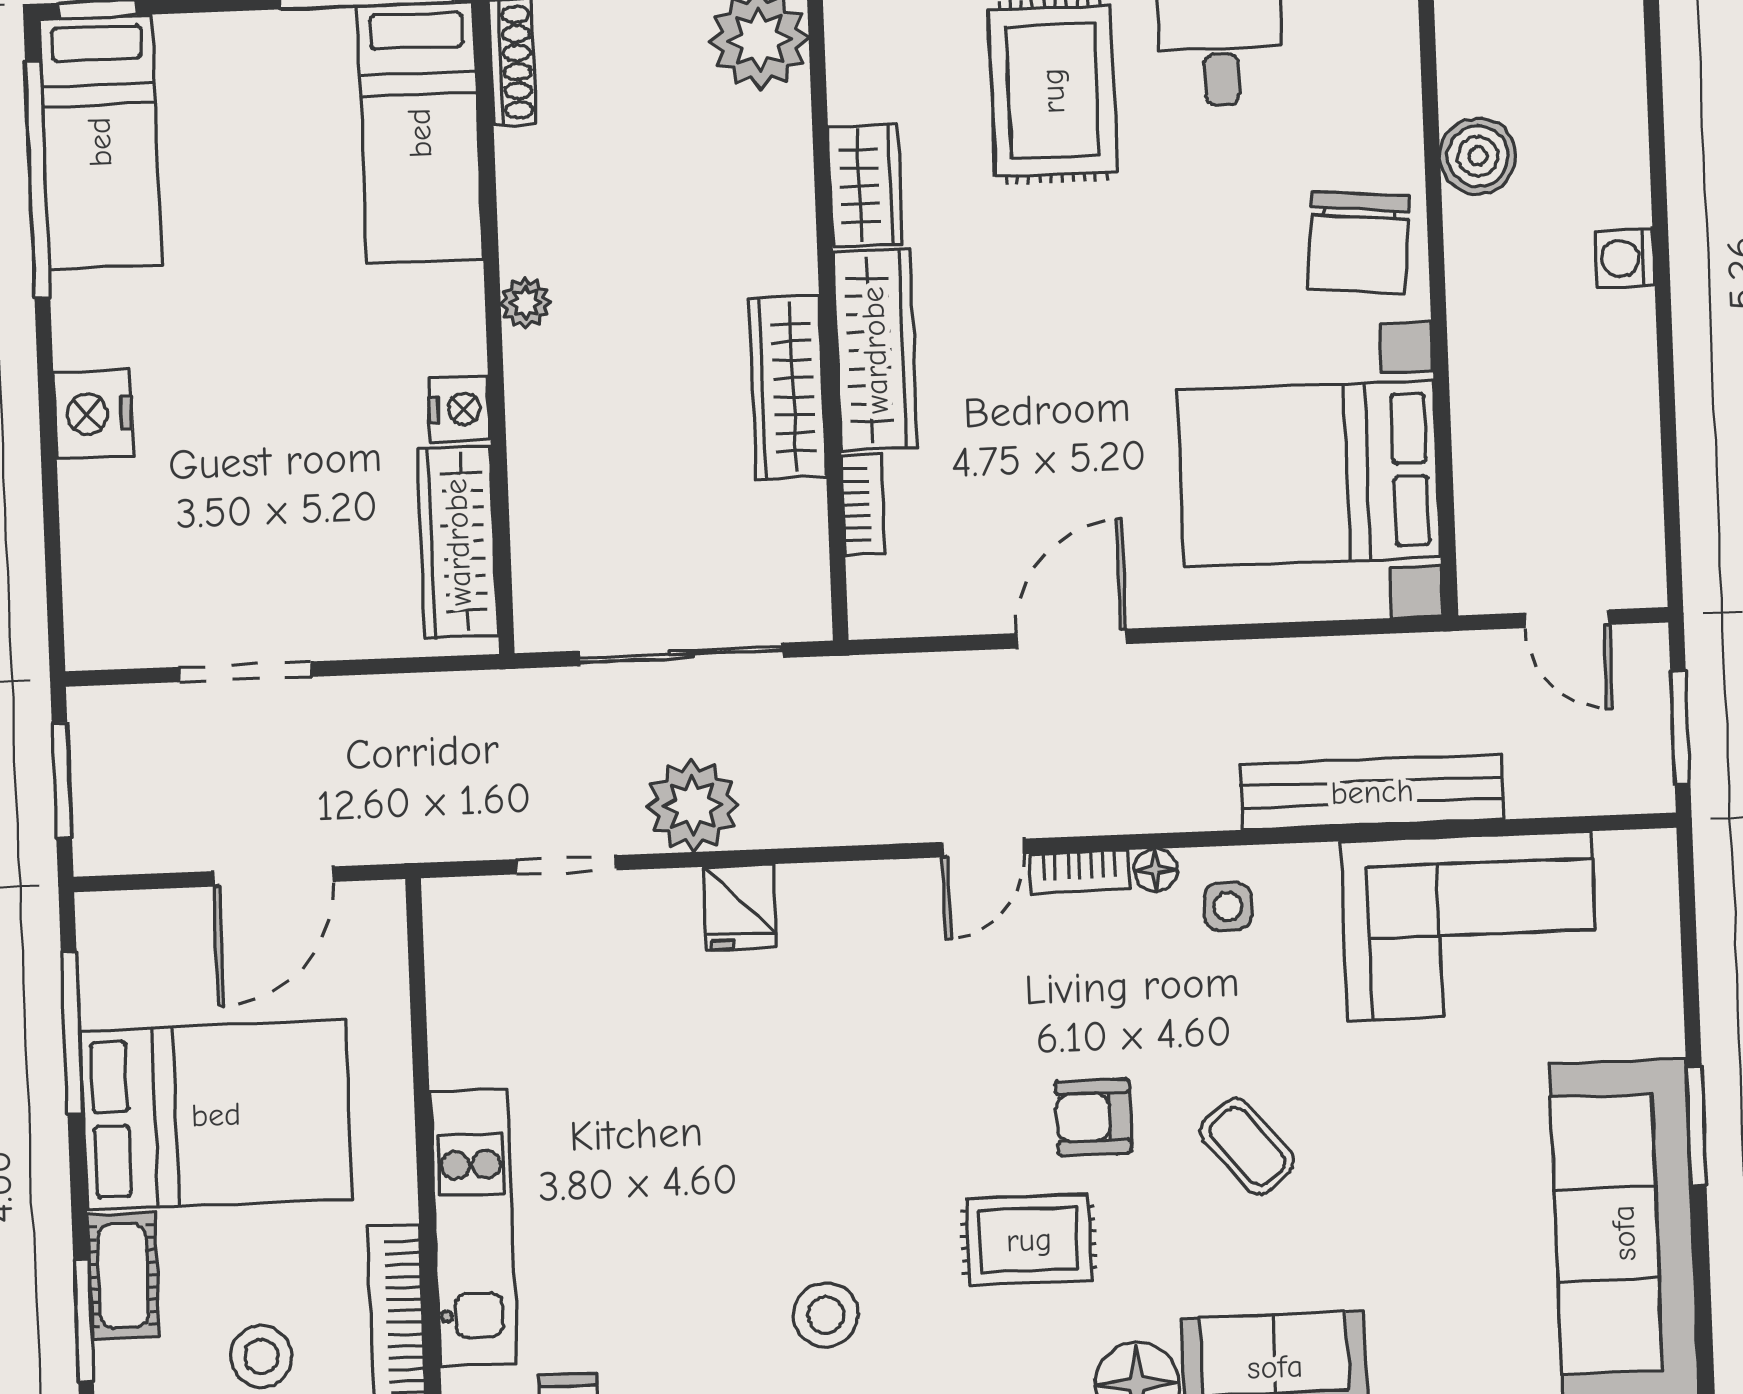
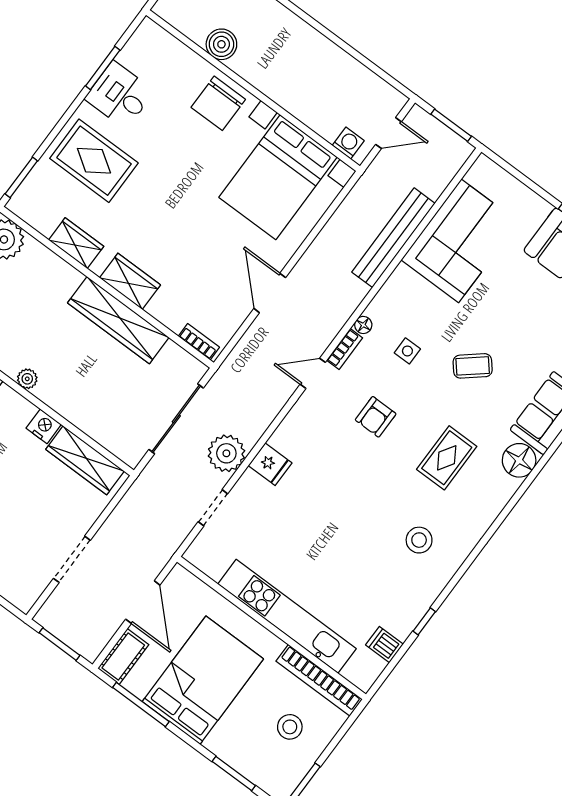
chair: (1358, 242) -> (218, 103), turned 85
washing machine: (1625, 258) -> (348, 143), moved, turned 180
wardrobe: (875, 350) -> (130, 281), width x0.67
wardrobe: (788, 387) -> (118, 320), width x1.40, depth x1.17
bookcase: (863, 504) -> (199, 342), moved
door: (983, 848) -> (313, 373), swing flipped
side table: (1228, 907) -> (407, 351), moved
armchair: (1093, 1117) -> (376, 417), moved
kitchen unit: (473, 1228) -> (287, 616), width x1.36
cot: (123, 1276) -> (123, 656), moved, turned 90

